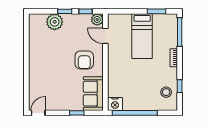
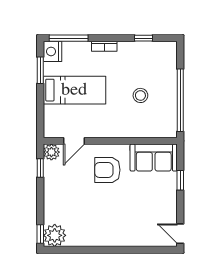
window: (65, 11) -> (40, 234), moved
plant: (55, 22) -> (55, 235), moved
armchair: (84, 60) -> (107, 170), turned 180
stool: (166, 92) -> (140, 95), moved
nightstand: (115, 104) -> (52, 51), moved, turned 180

